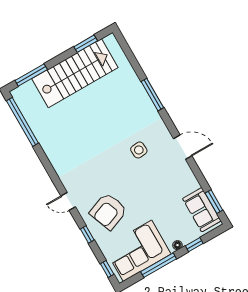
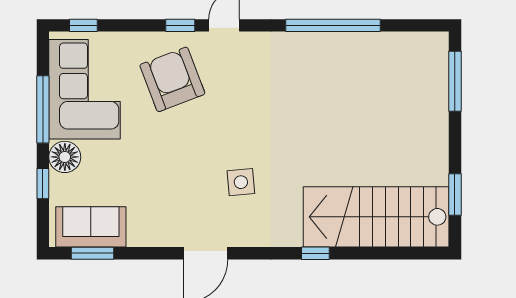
stairs: (75, 73) -> (376, 217), moved, turned 90
window: (152, 95) -> (315, 253), width x0.46
window: (22, 122) -> (333, 25), moved
window: (87, 235) -> (180, 25), moved
floor lamp: (177, 245) -> (65, 157), width x1.89, depth x1.89

